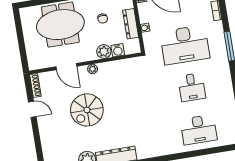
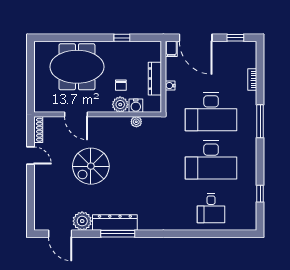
chair: (103, 19) -> (121, 85), moved
plant: (93, 69) -> (136, 122), moved
desk: (192, 87) -> (211, 160), width x1.87, depth x1.30
desk: (199, 130) -> (211, 208), width x0.73

